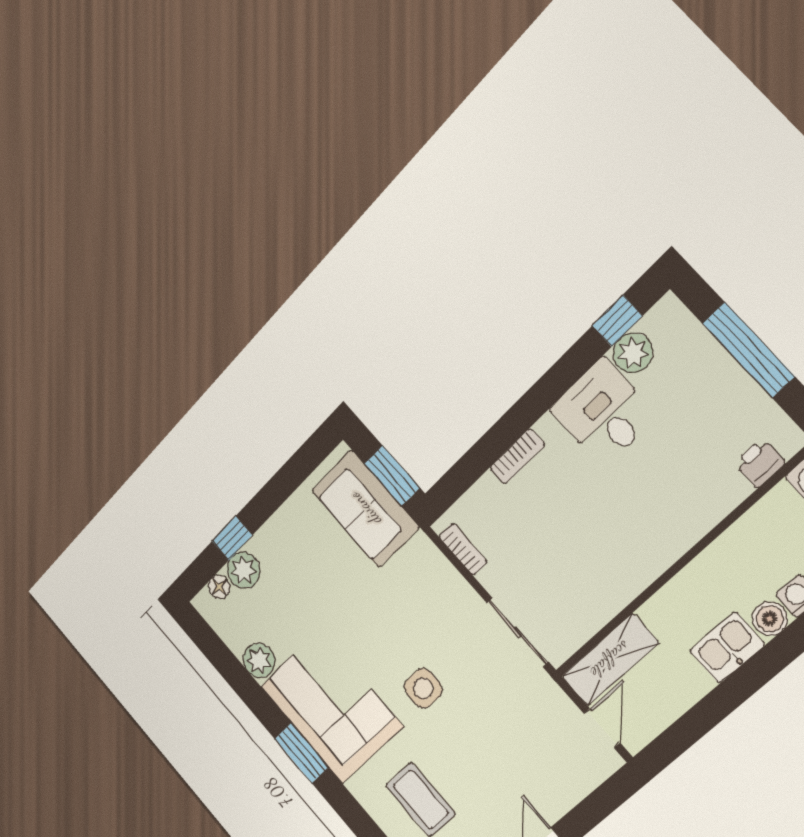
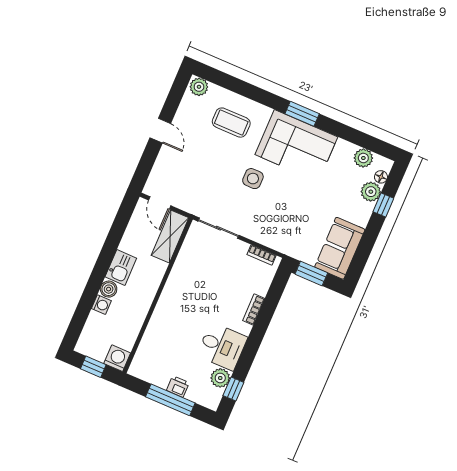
printer: (760, 463) -> (178, 386), moved, turned -90
sofa: (365, 509) -> (340, 248), moved, turned -90
plant: (259, 661) -> (363, 158), moved

